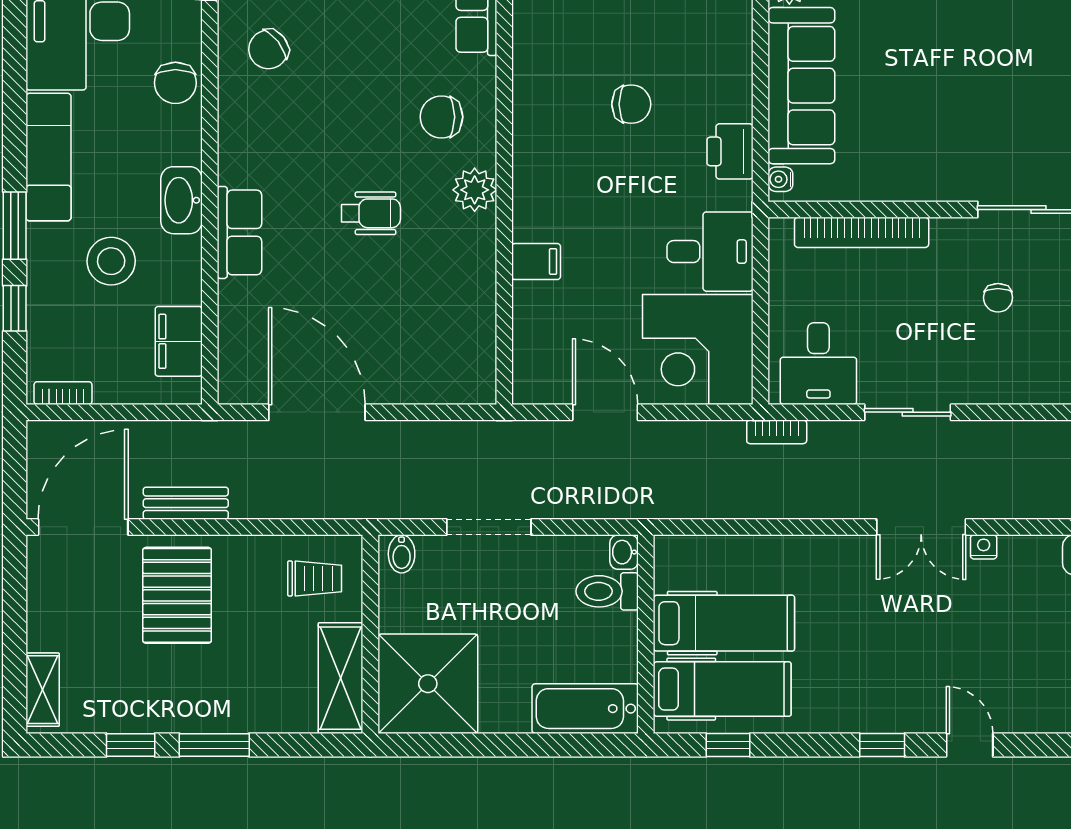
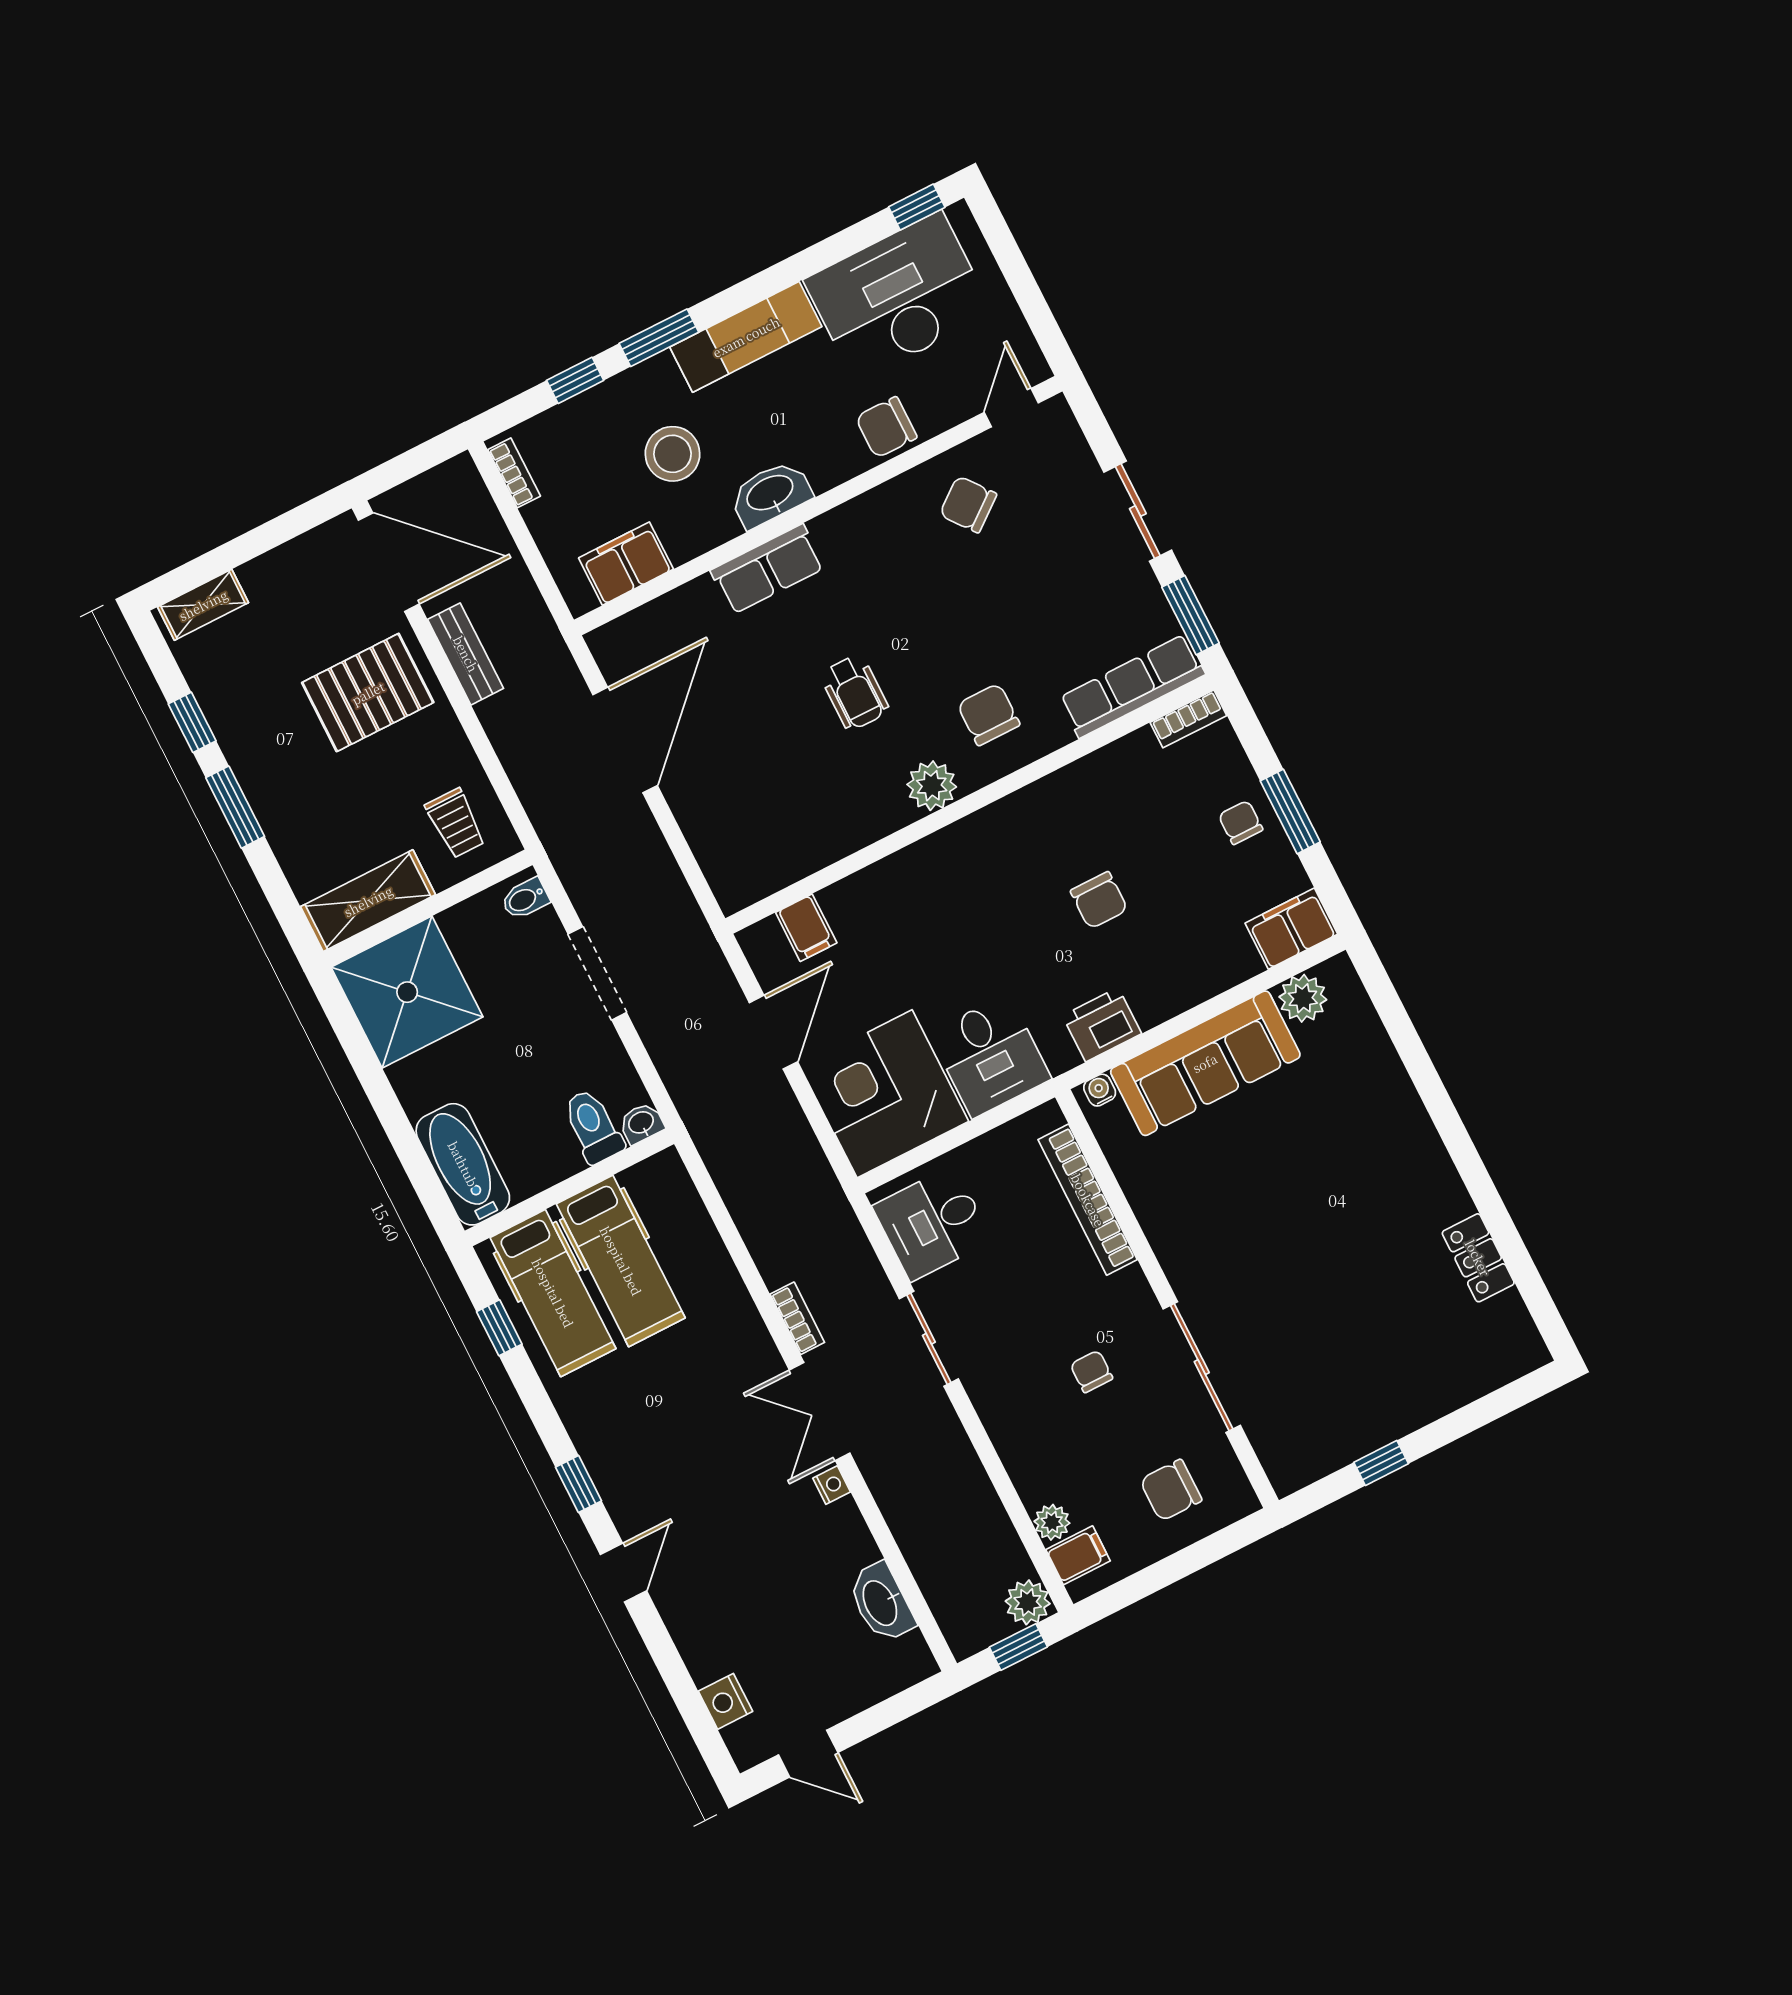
filing cabinet: (536, 262) -> (806, 928), moved
chair: (998, 298) -> (1091, 1371), turned 90
bookcase: (777, 432) -> (797, 1318), moved, turned 180

